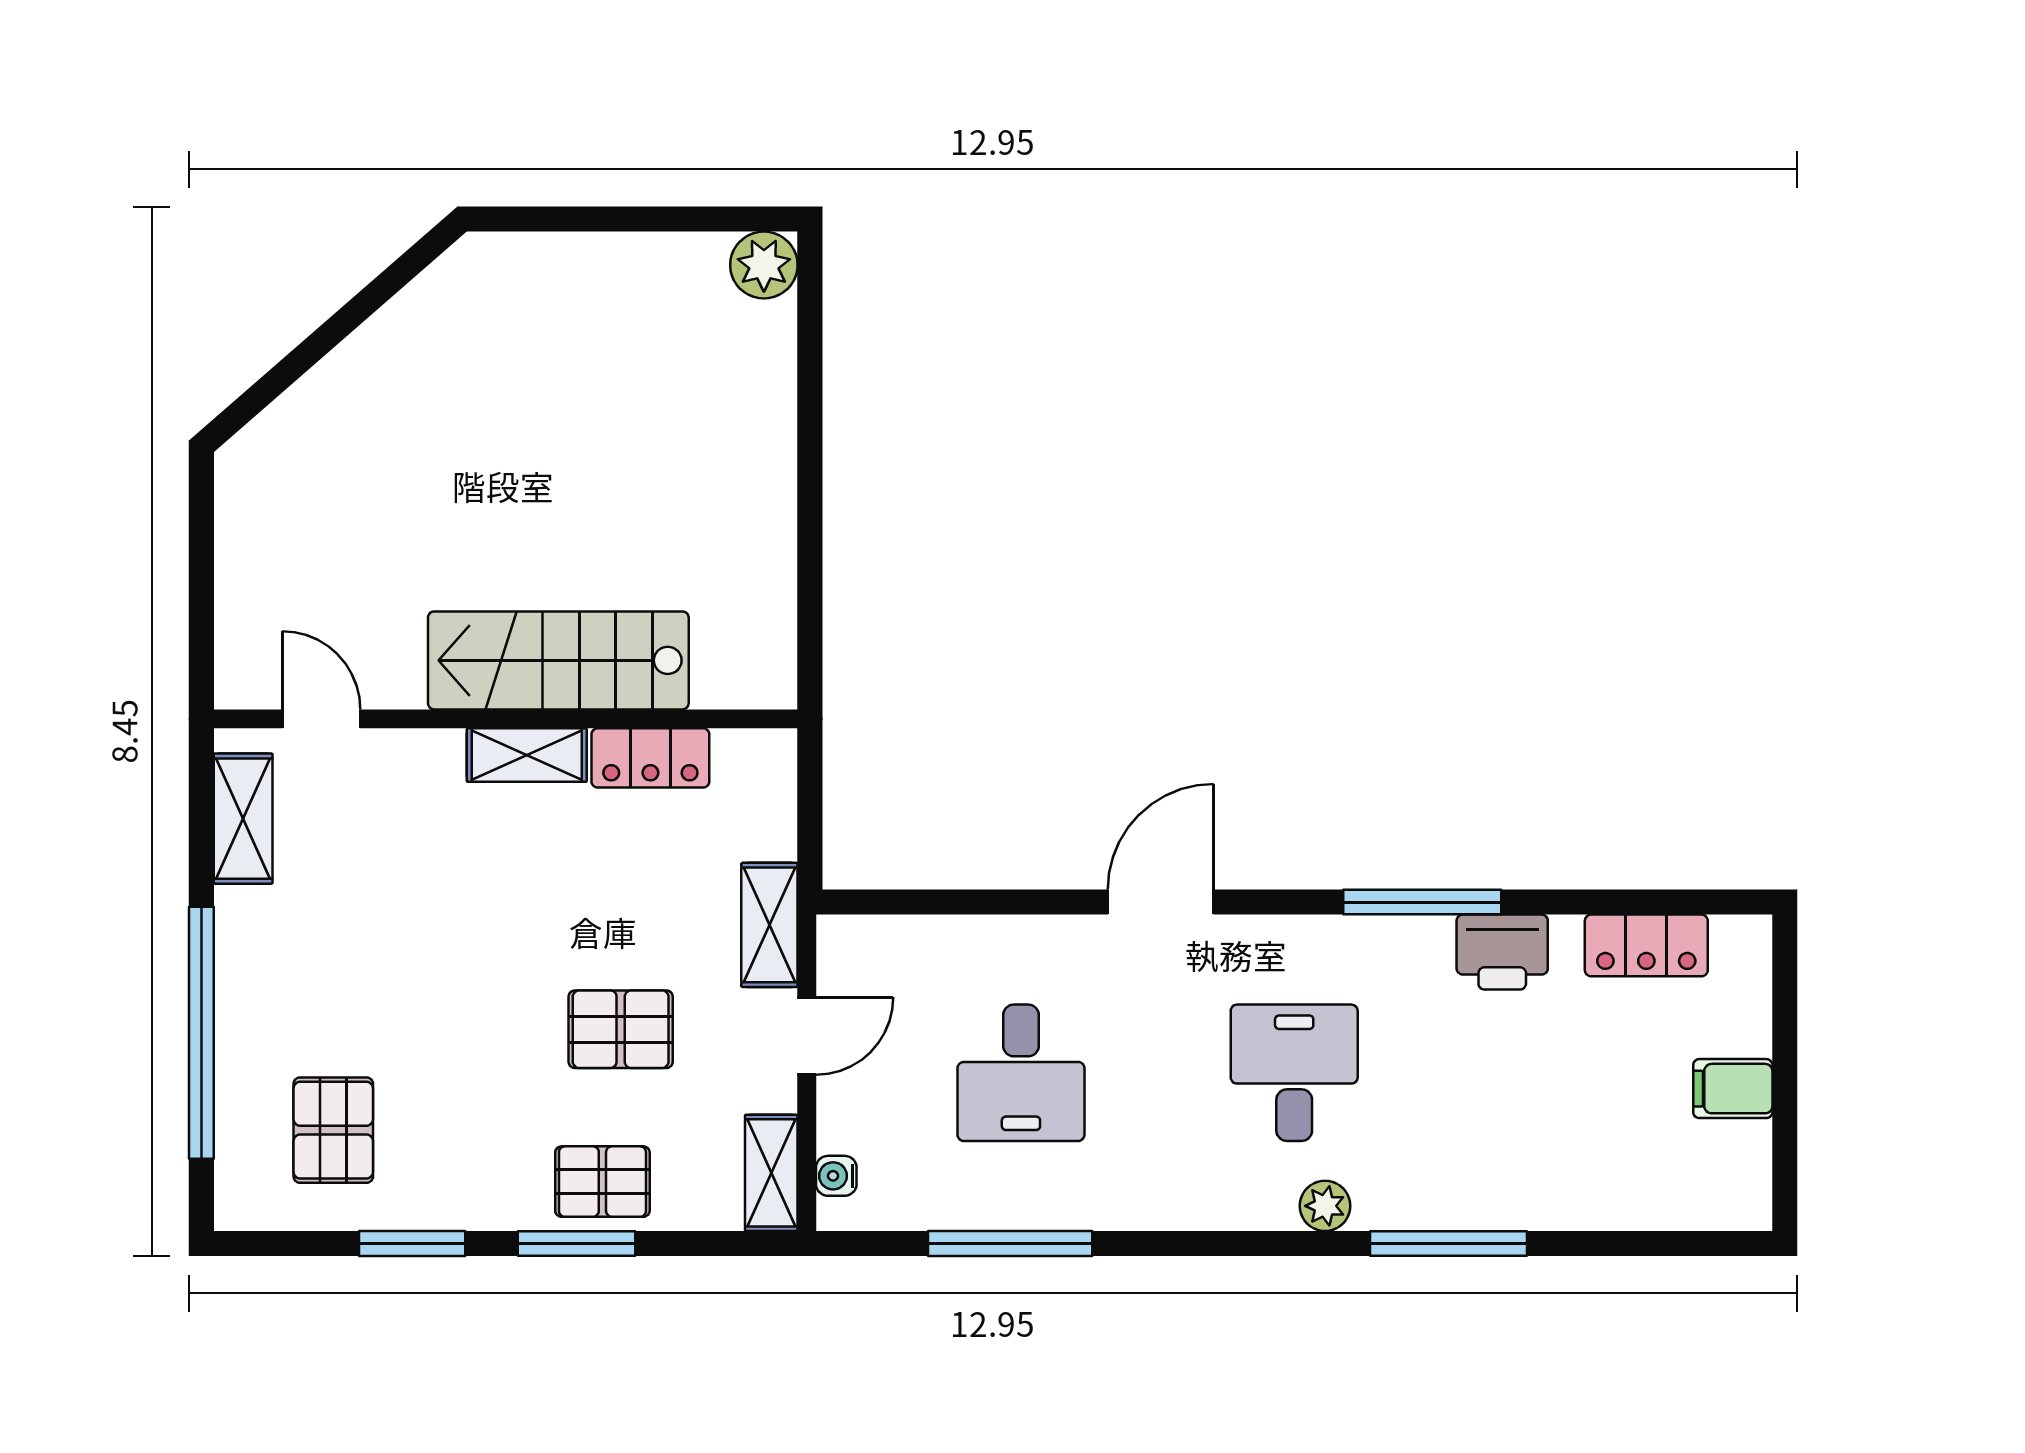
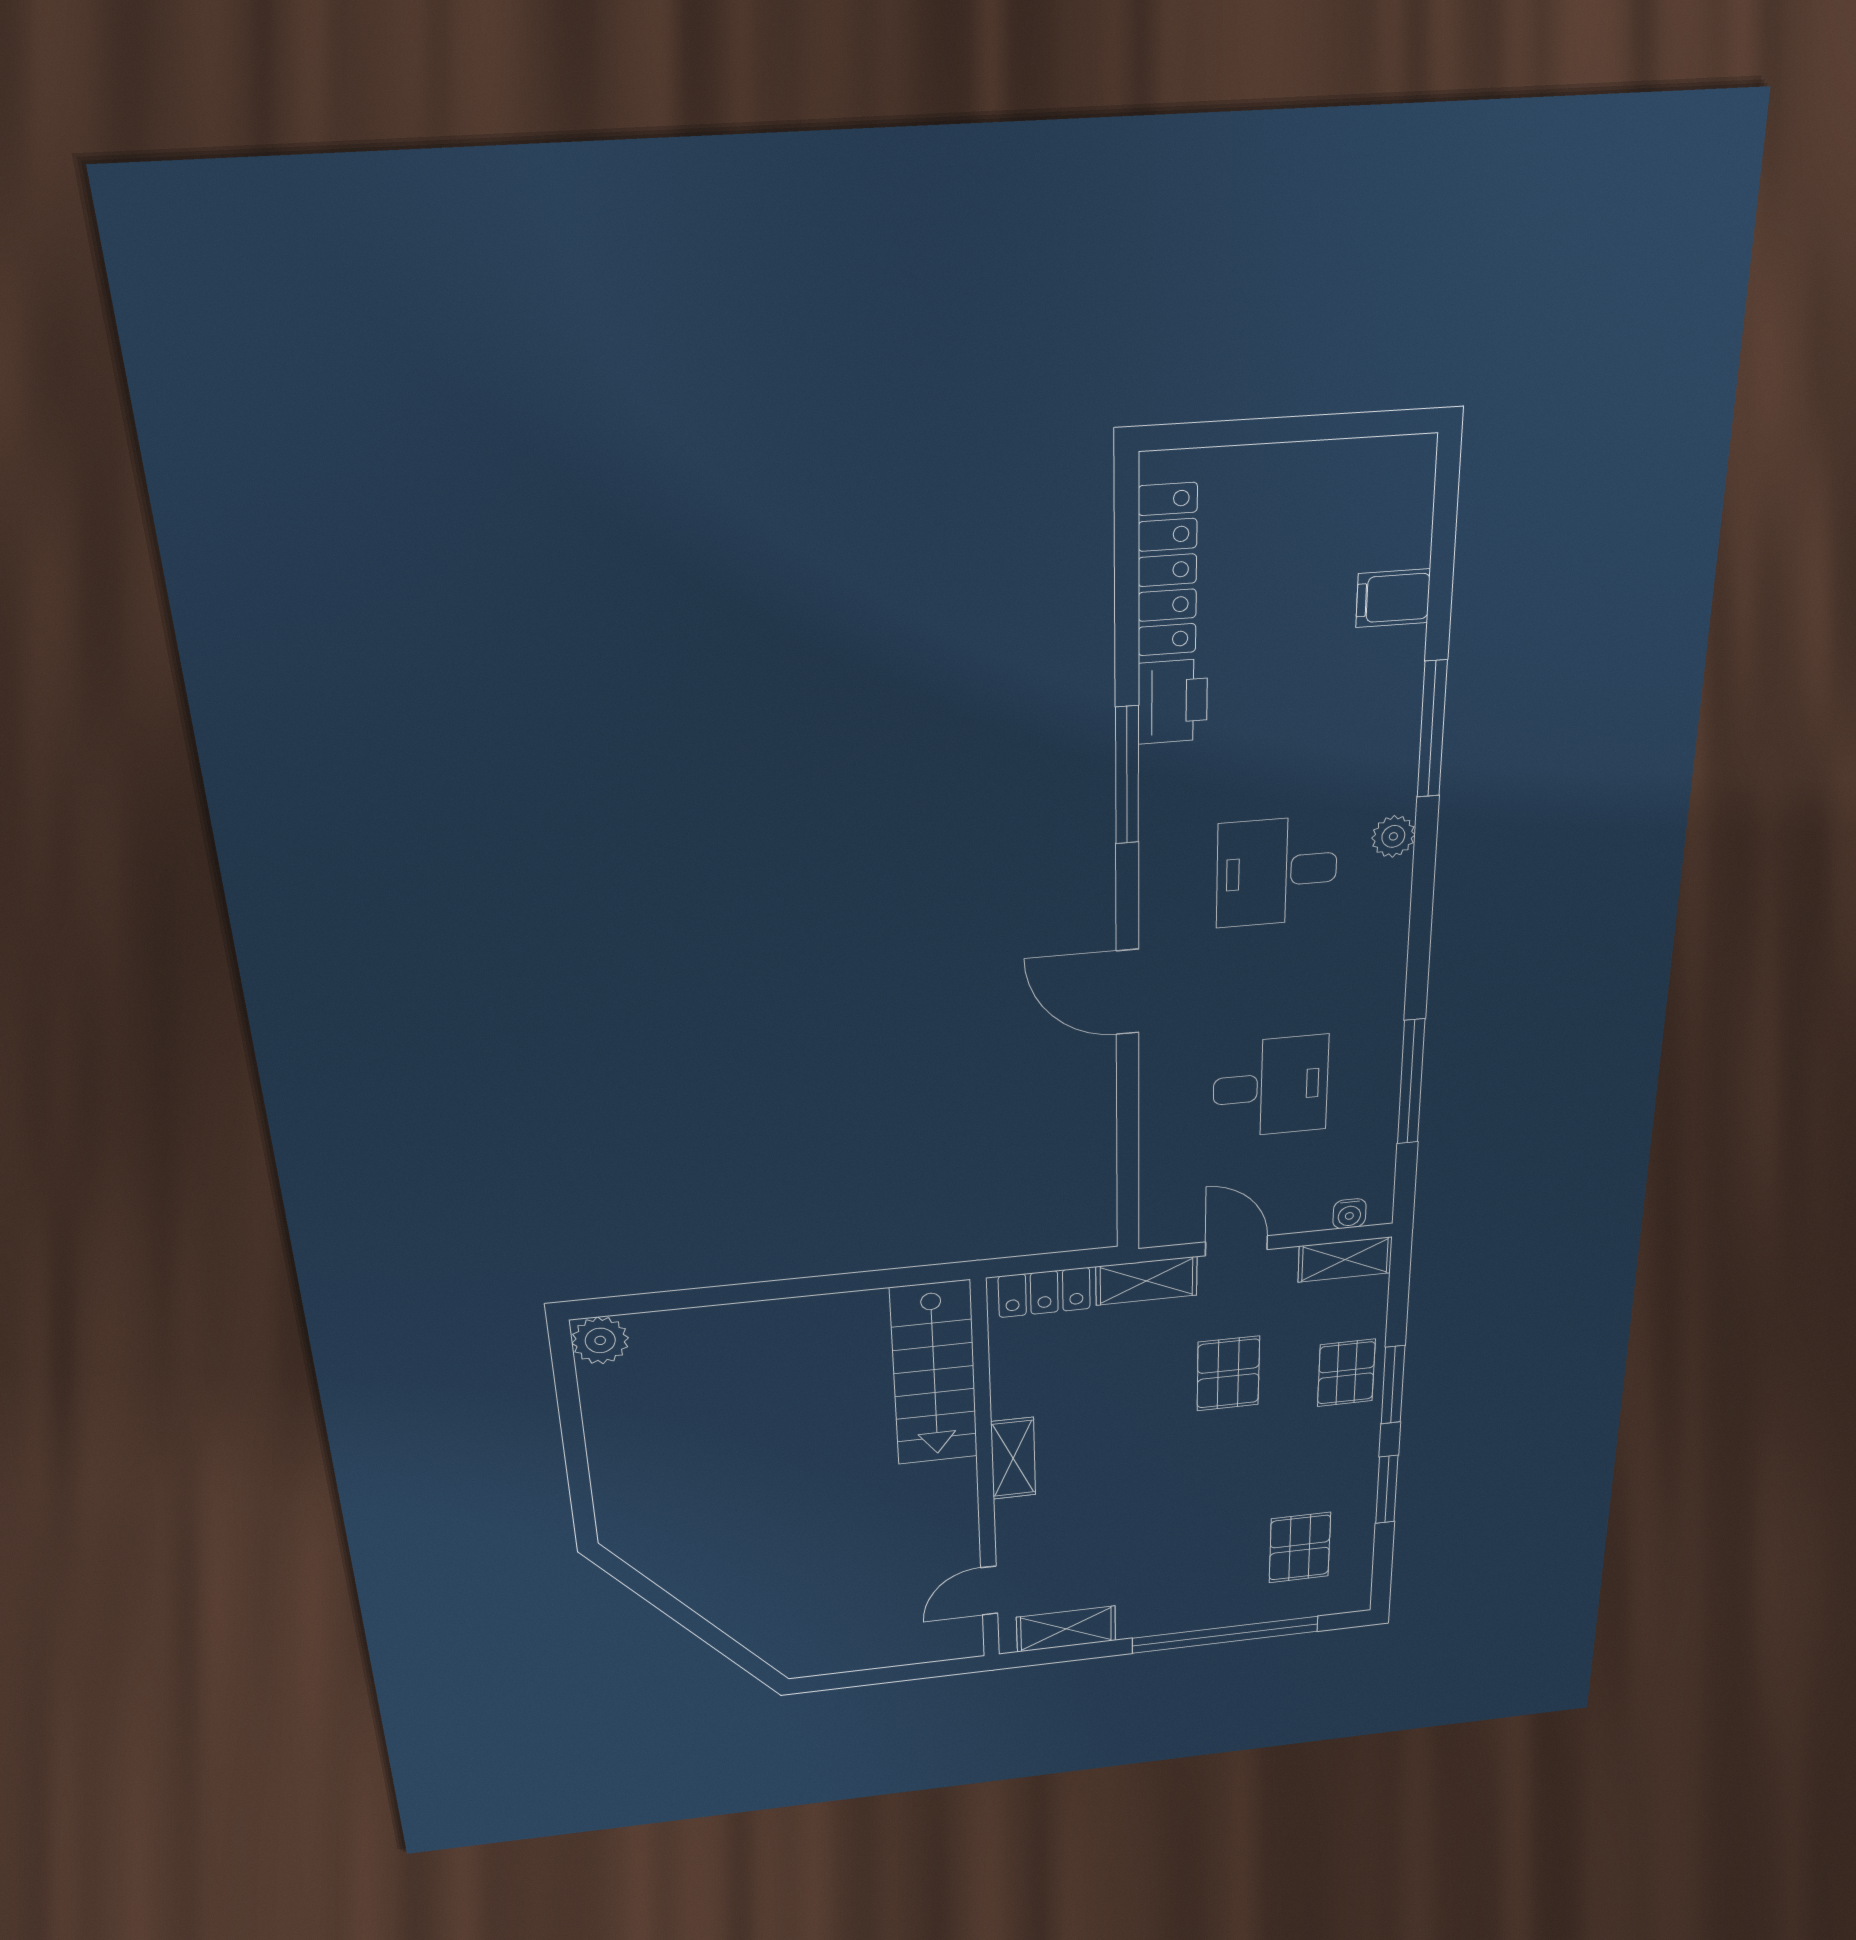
stairs: (558, 660) -> (934, 1373), moved
locker: (650, 758) -> (1044, 1292), moved, turned 90
locker: (1646, 945) -> (1167, 570), width x1.53
filing cabinet: (1733, 1089) -> (1393, 598), moved, turned 90
pallet: (333, 1130) -> (1300, 1548), turned 90

